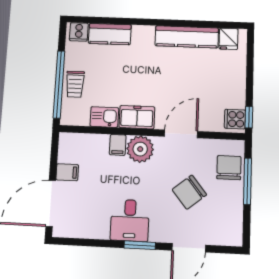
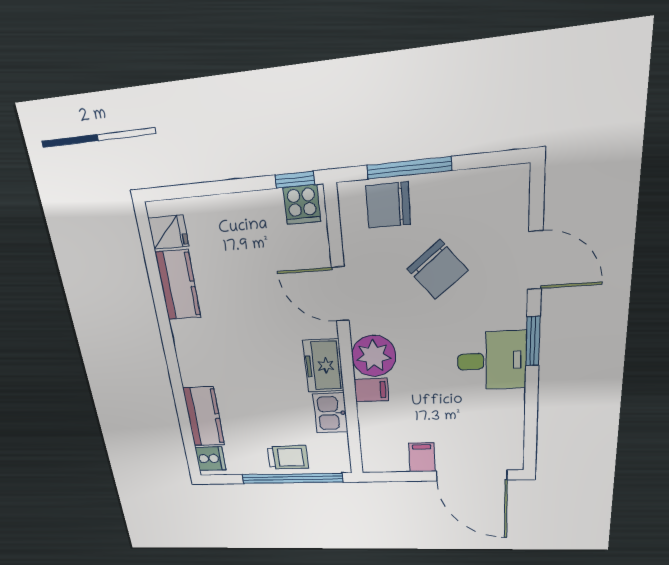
kitchen counter: (187, 37) -> (178, 285), width x0.67

